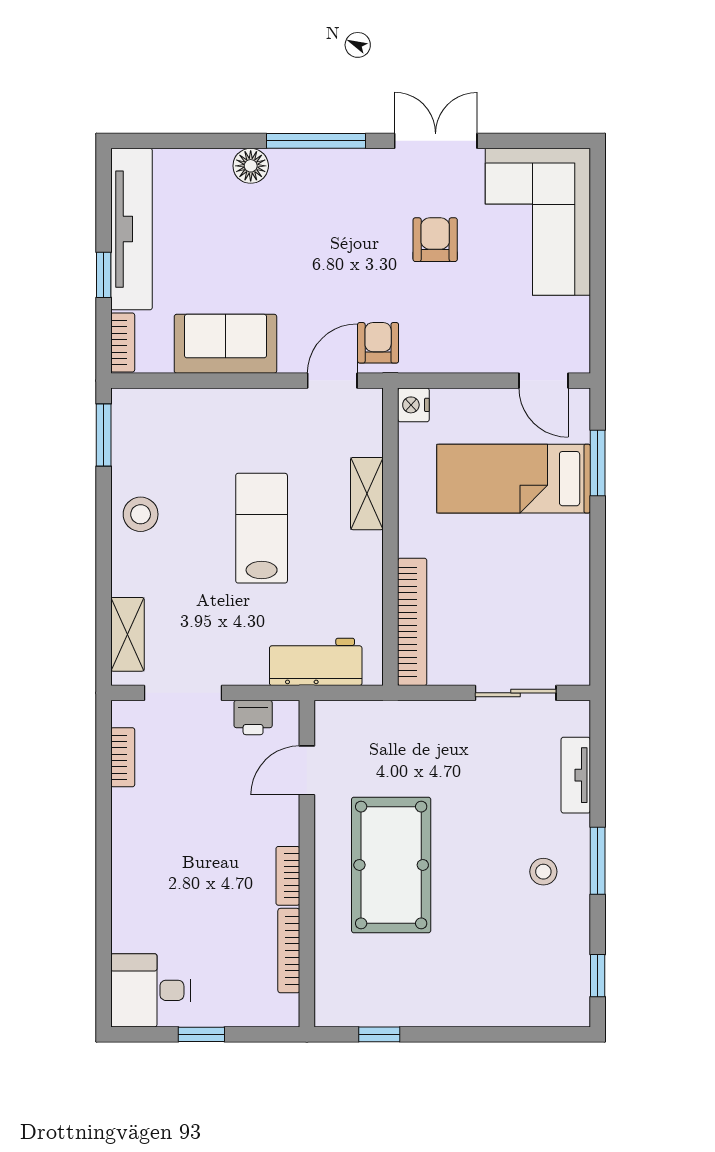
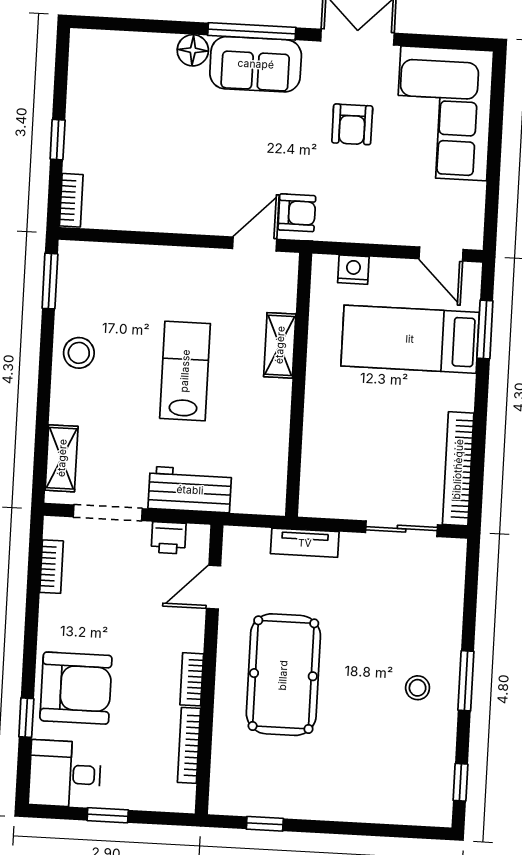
tv unit: (132, 229) -> (84, 100), removed
armchair: (435, 240) -> (352, 124), turned 180
armchair: (378, 343) -> (297, 213), turned 90
sofa: (225, 344) -> (256, 64), moved, turned 180
nightstand: (413, 405) -> (353, 270), moved, turned 90
bookcase: (412, 622) -> (458, 469), moved, turned 180
workbench: (316, 662) -> (190, 490), moved
tv unit: (576, 775) -> (305, 543), moved, turned -90
armchair: (158, 893) -> (76, 688), added
window: (104, 929) -> (26, 718), added

